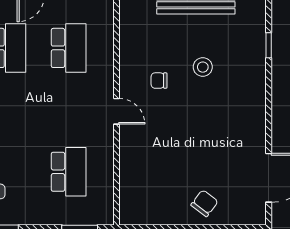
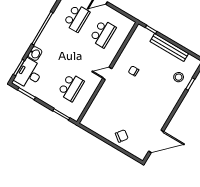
stool: (203, 67) -> (179, 77), moved
door: (117, 111) -> (107, 73), swing flipped

